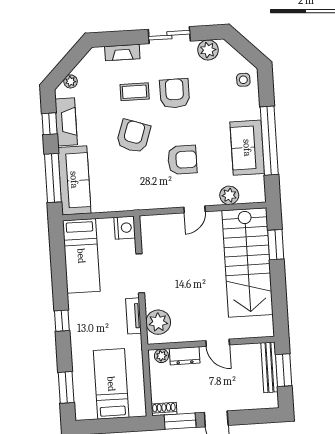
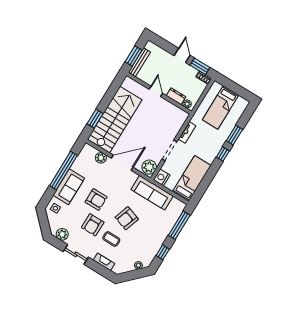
fireplace: (66, 122) -> (154, 248), removed
sofa: (247, 148) -> (69, 187), moved
armchair: (182, 160) -> (96, 200), moved, turned 180
sofa: (74, 180) -> (152, 193), moved, turned -90
door: (195, 209) -> (122, 163), width x1.87
plant: (158, 322) -> (149, 167), moved
window: (66, 387) -> (234, 135), moved

